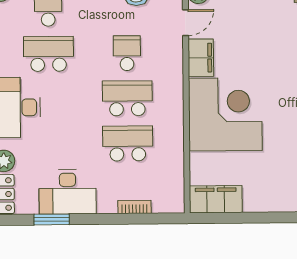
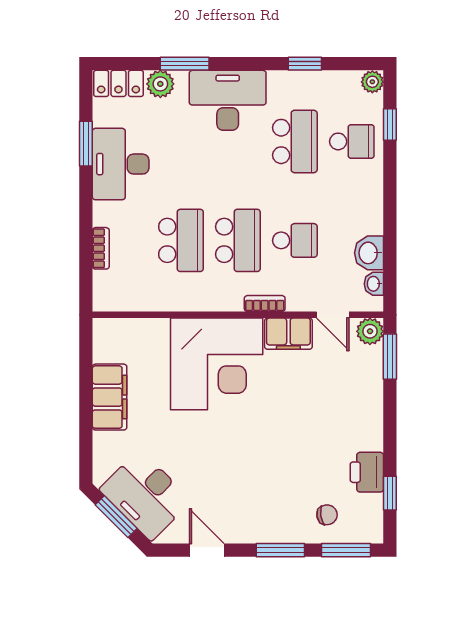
bookcase: (177, 77) -> (265, 304), added
filing cabinet: (216, 199) -> (110, 397), moved

